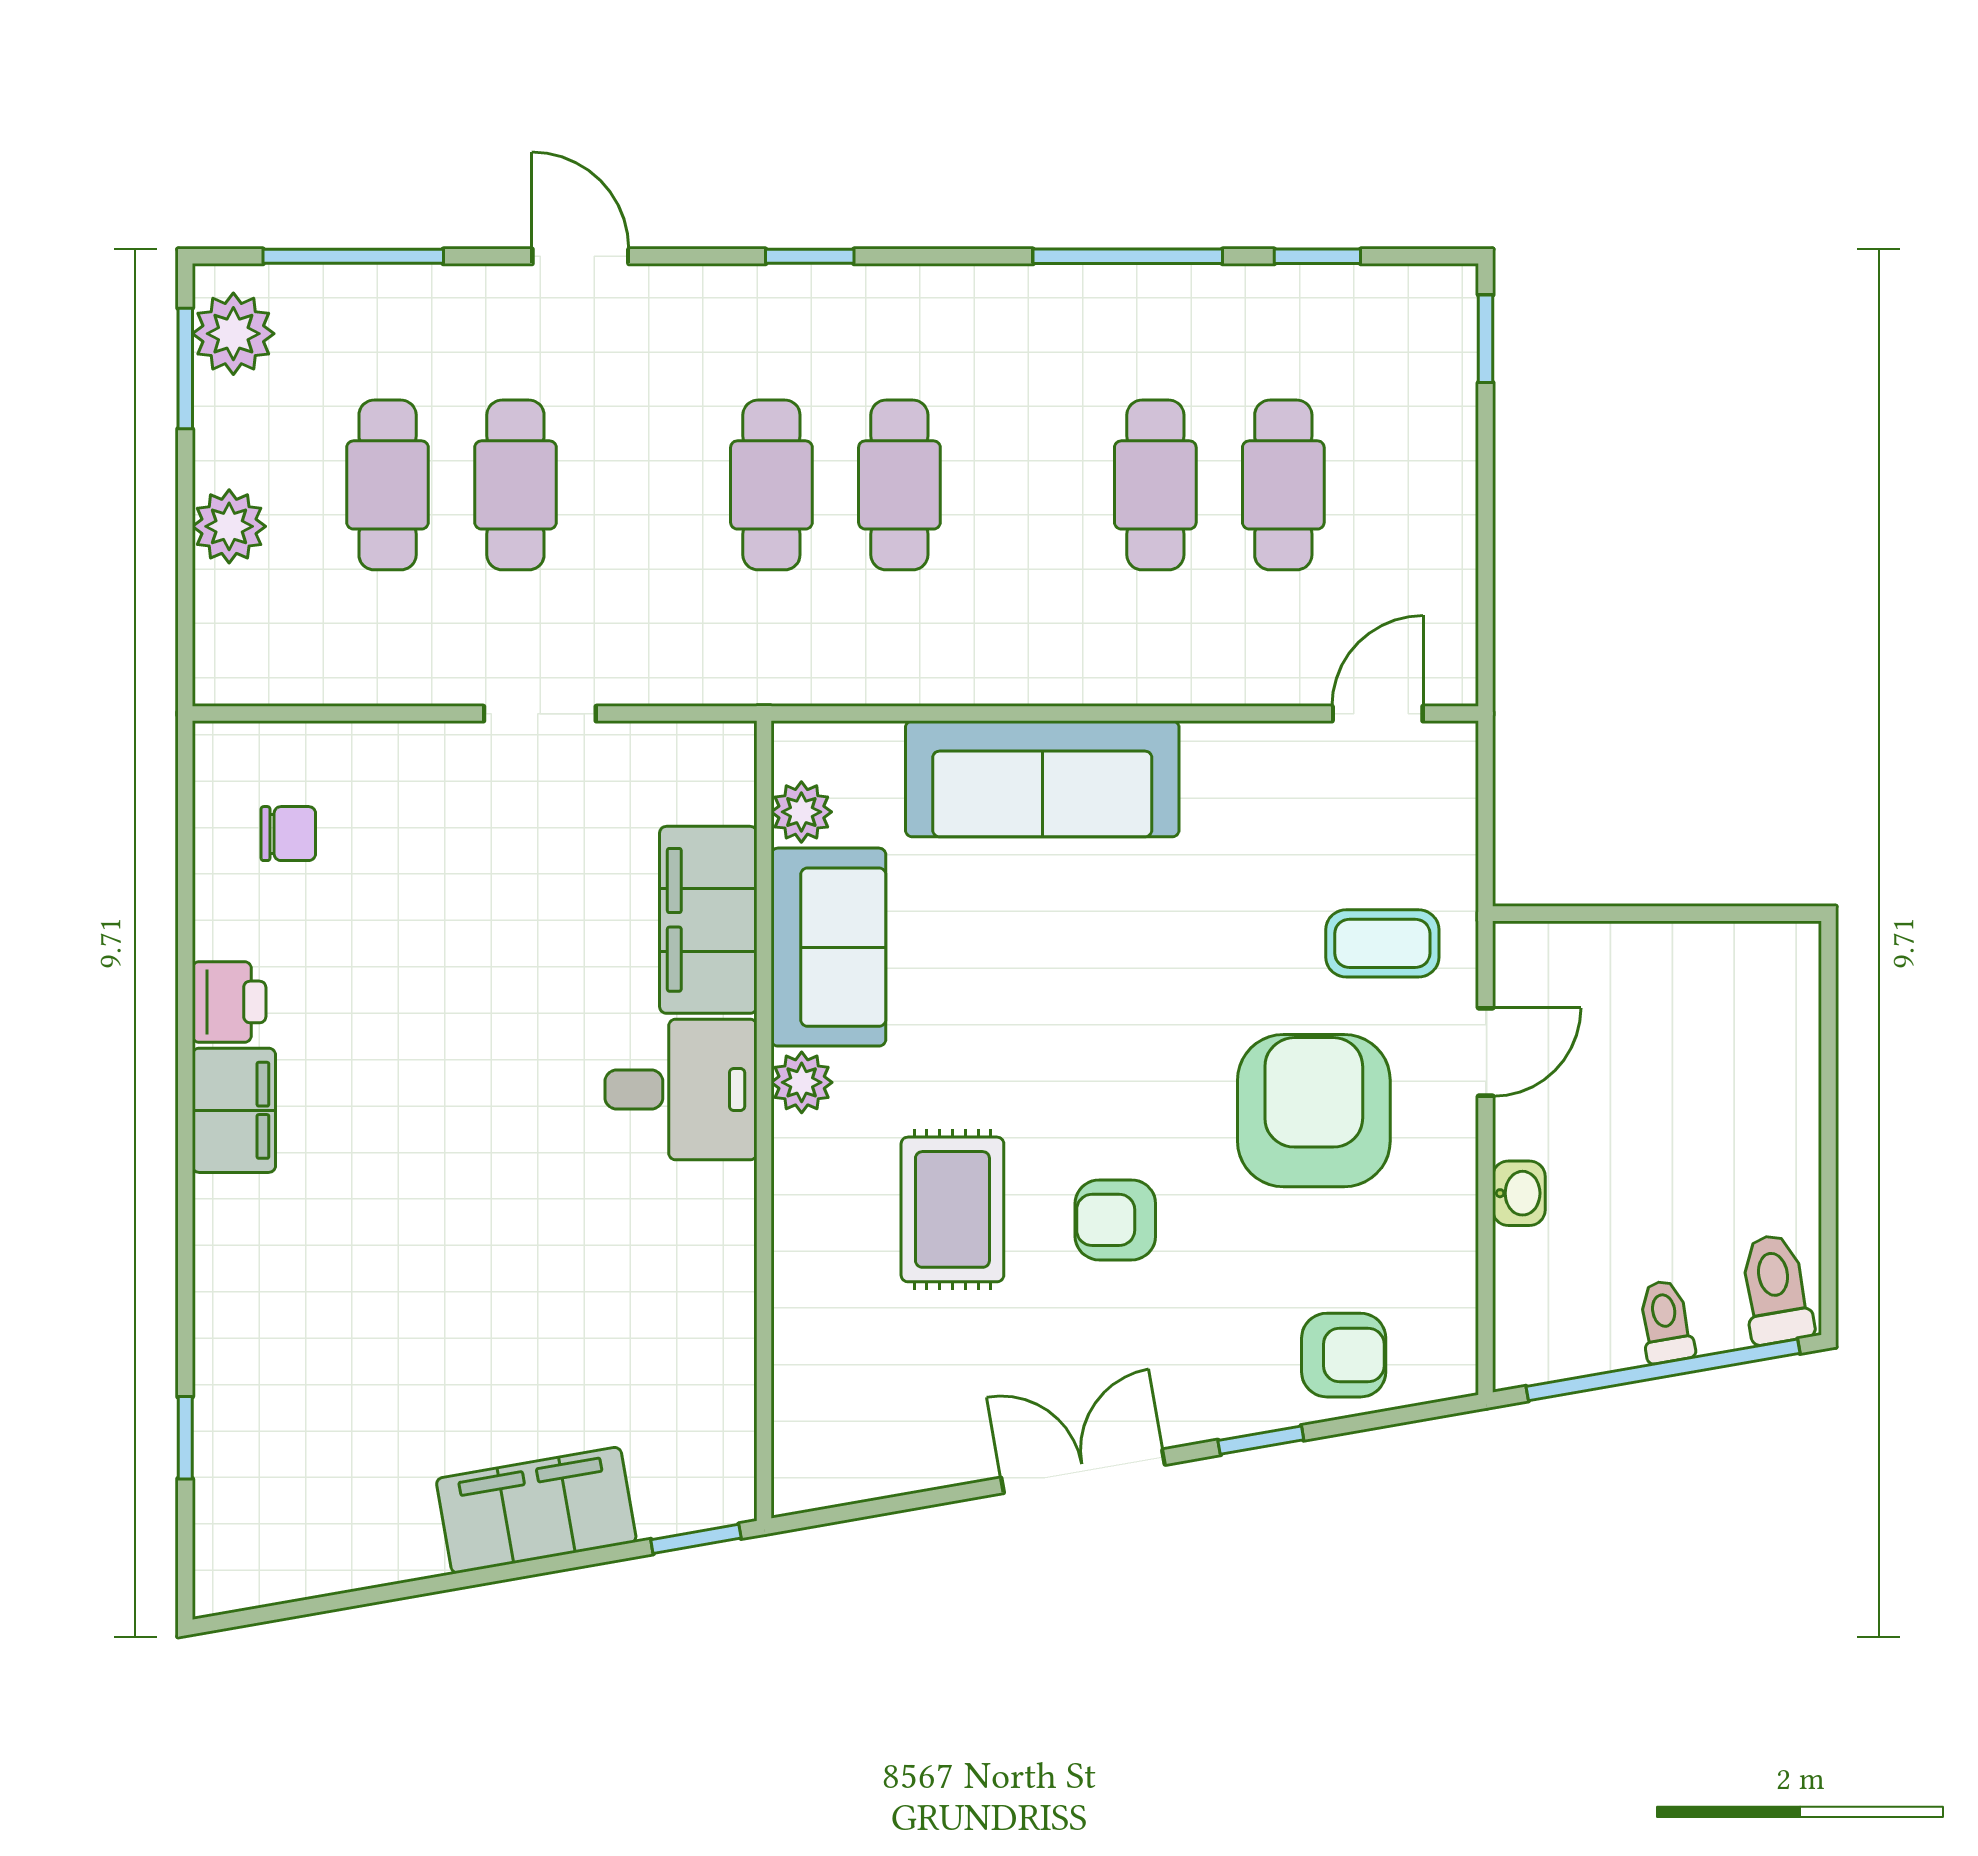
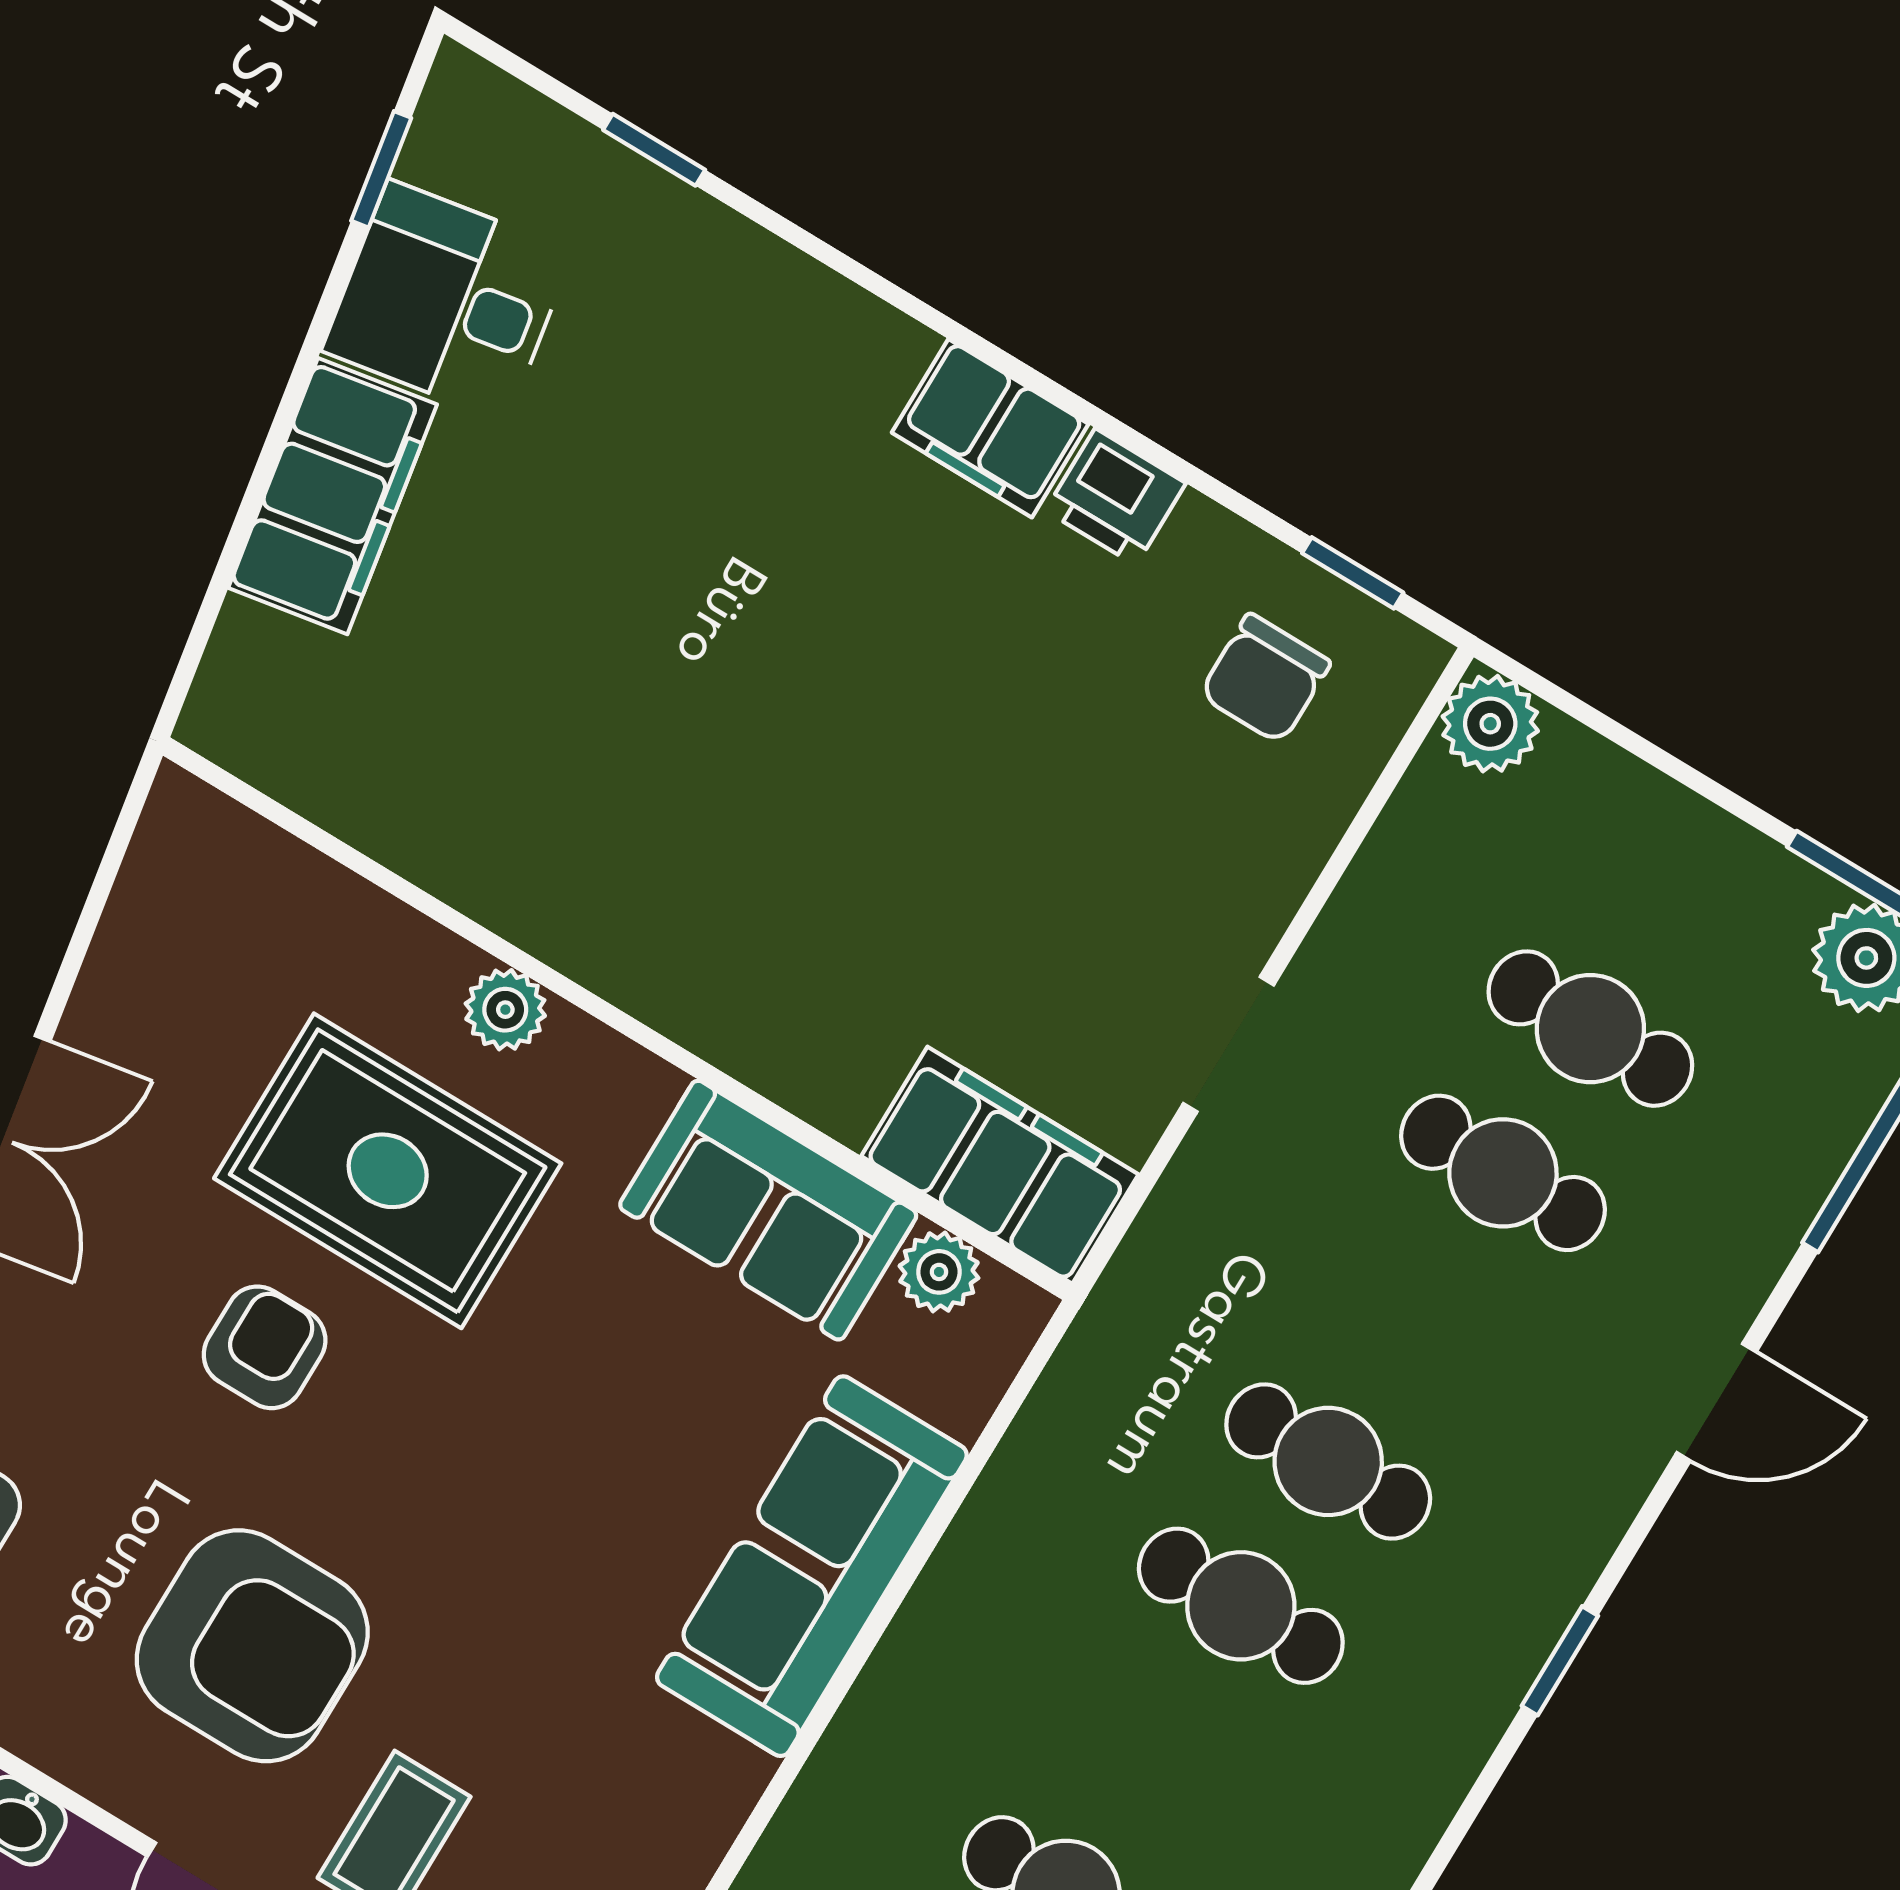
plant: (229, 526) -> (1490, 724), moved
window: (185, 818) -> (1353, 573), added
chair: (288, 834) -> (1265, 679), width x1.37, depth x1.37
filing cabinet: (708, 920) -> (1000, 1165), moved
plant: (802, 1082) -> (505, 1010), moved
desk: (681, 1090) -> (447, 301), moved, turned 80
rug: (952, 1209) -> (388, 1171), width x1.36, depth x1.43
window: (696, 1539) -> (381, 169), moved

